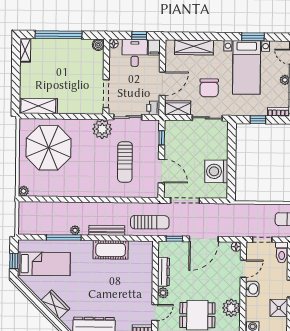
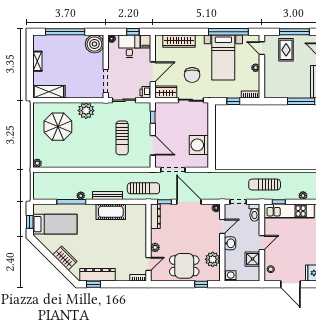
window: (253, 37) -> (228, 32), width x2.11
boiler: (98, 45) -> (94, 44), width x1.86, depth x1.86
shelving: (25, 50) -> (37, 61), moved
plant: (102, 129) -> (86, 111), moved
parasol: (48, 148) -> (58, 127), width x0.73, depth x0.73
door: (204, 239) -> (189, 202), swing flipped
dresser: (163, 272) -> (155, 216), moved

